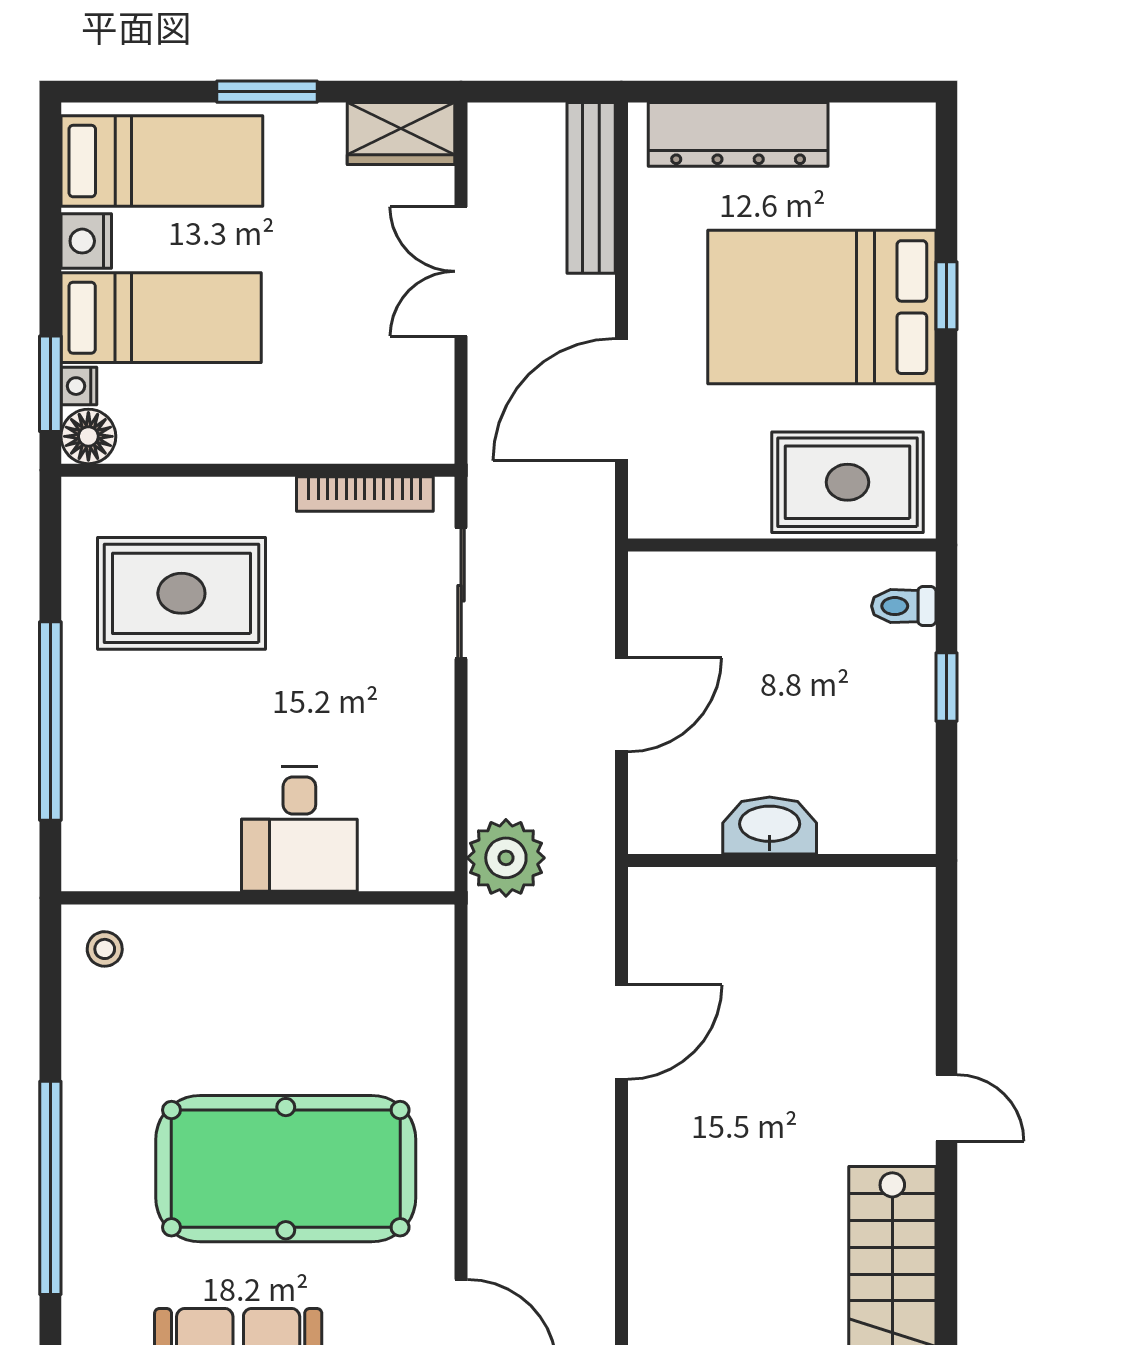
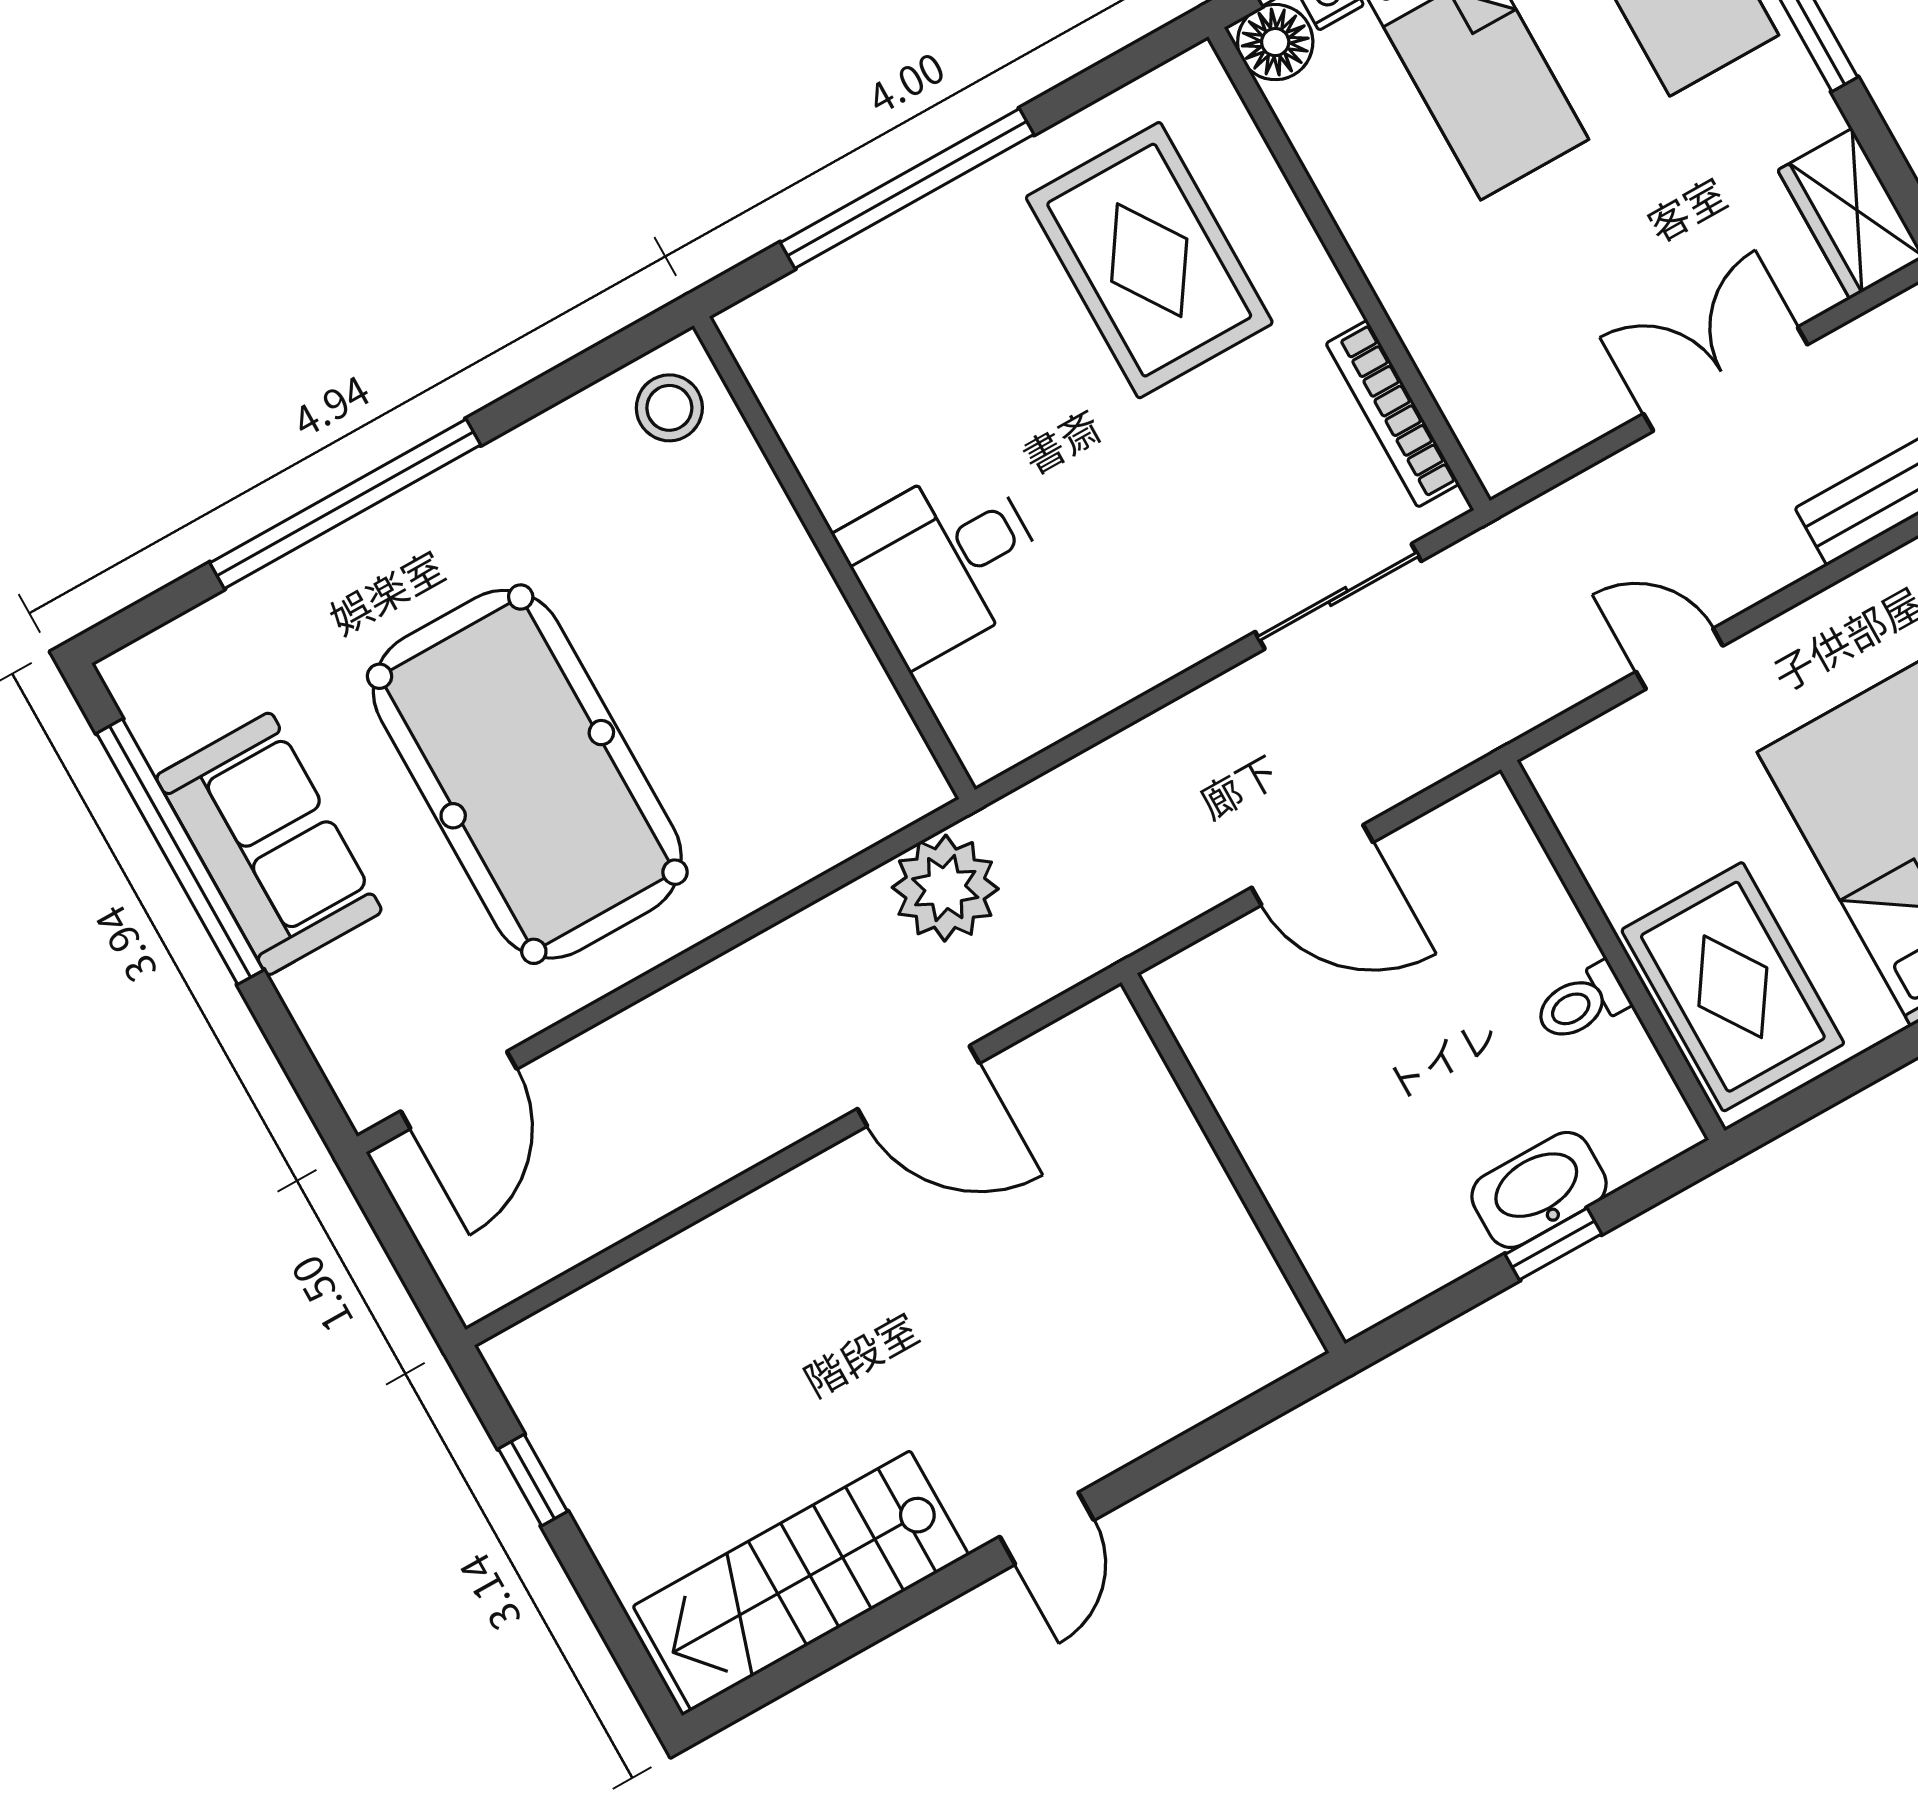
door: (621, 400) -> (1679, 659), width x0.53
toilet: (904, 606) -> (1582, 1003), moved, turned -90
washbasin: (770, 825) -> (1539, 1190), moved, turned -90
plant: (506, 858) -> (945, 888), moved
stool: (105, 949) -> (669, 408), width x1.37, depth x1.37

